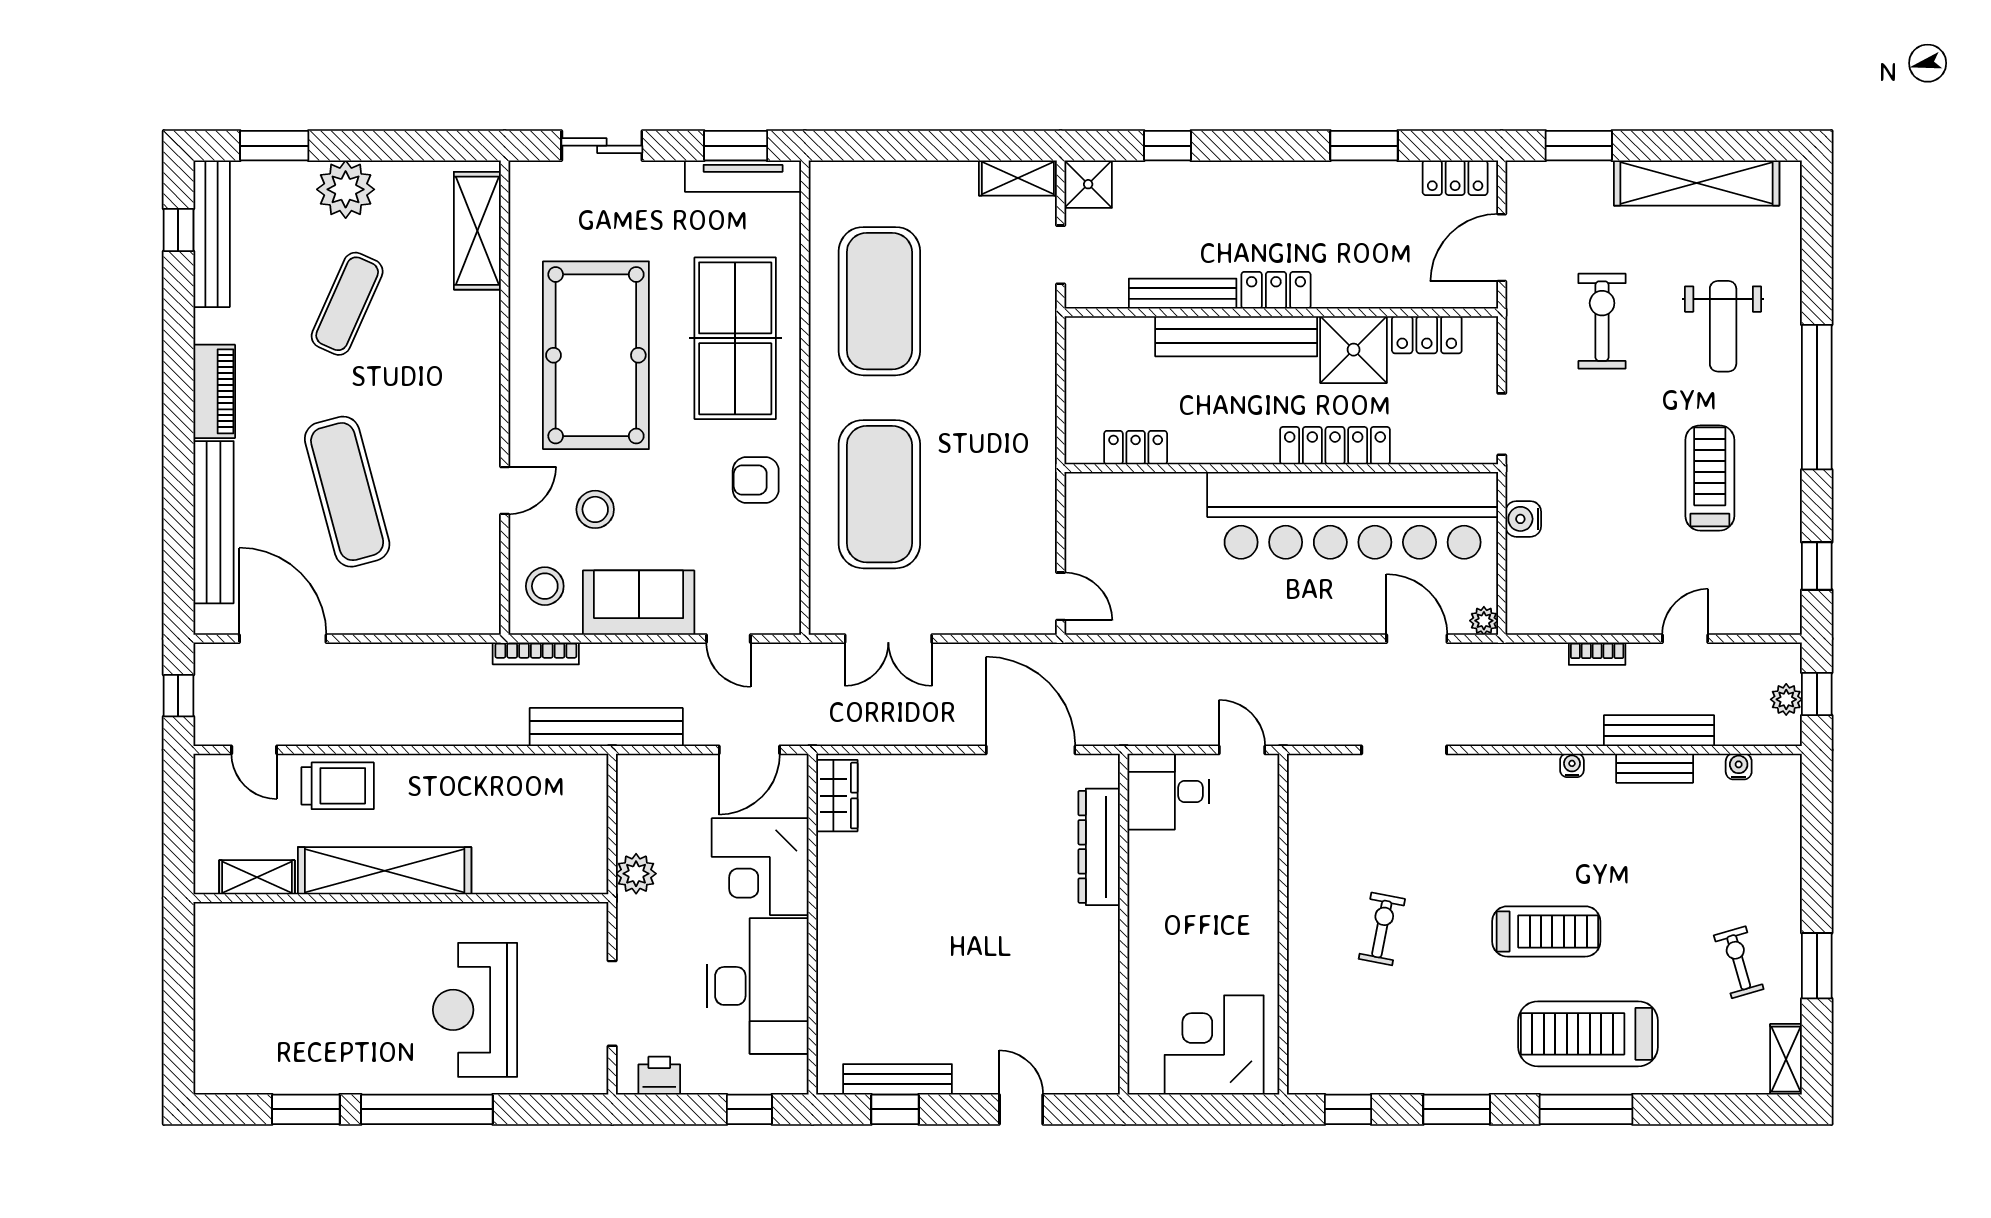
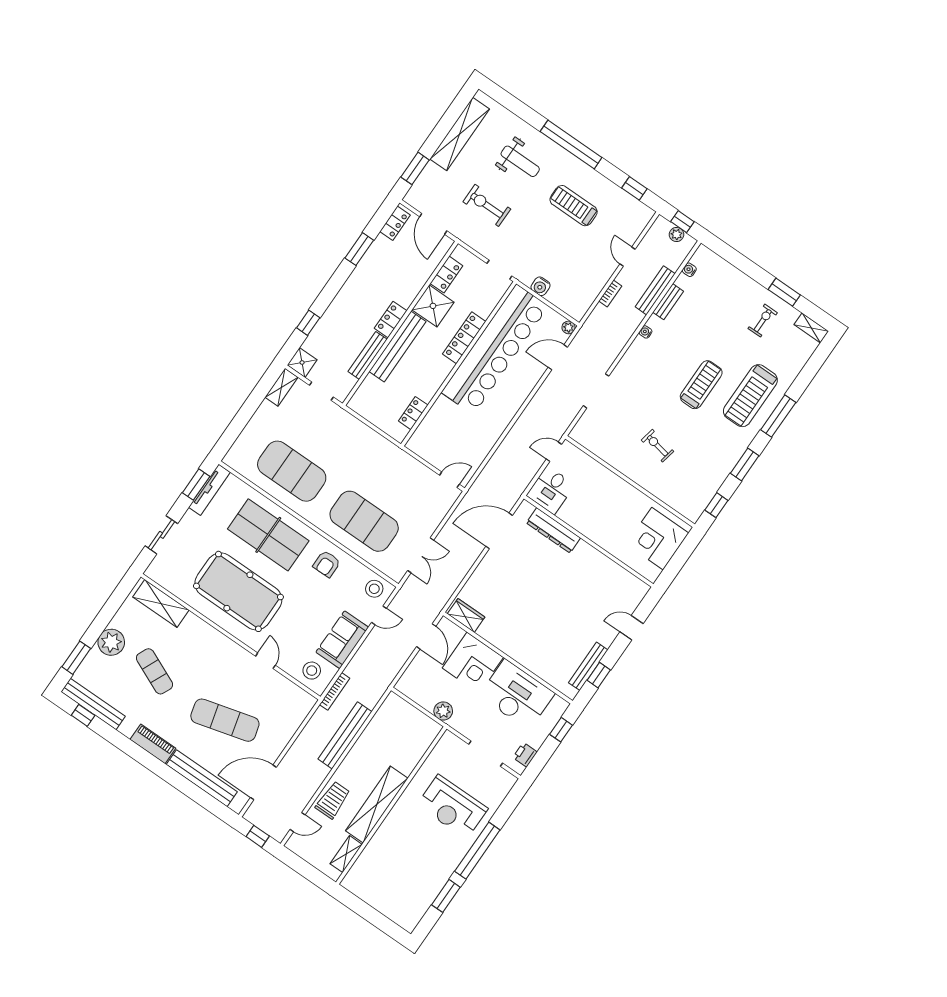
stool: (595, 509) -> (374, 589), moved
bench: (606, 727) -> (345, 735), moved
exercise bike: (1739, 962) -> (763, 321), turned 106

